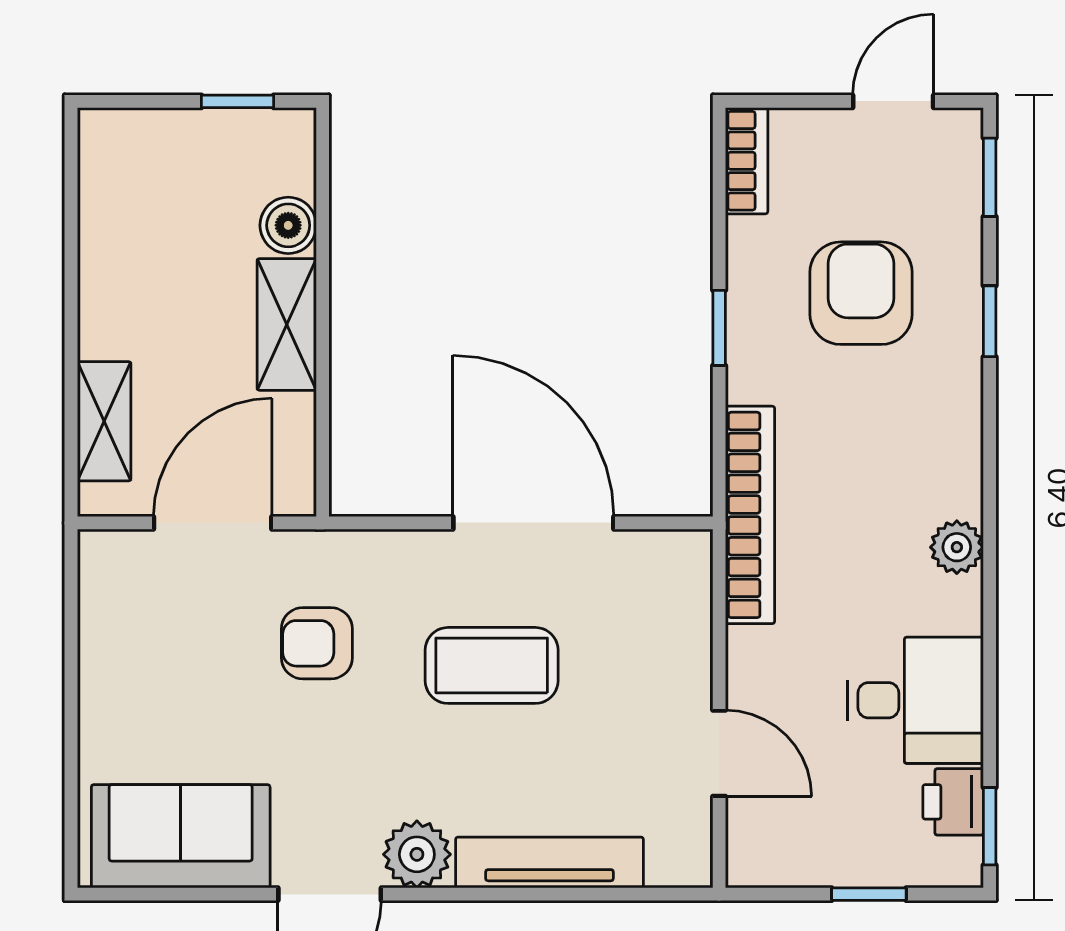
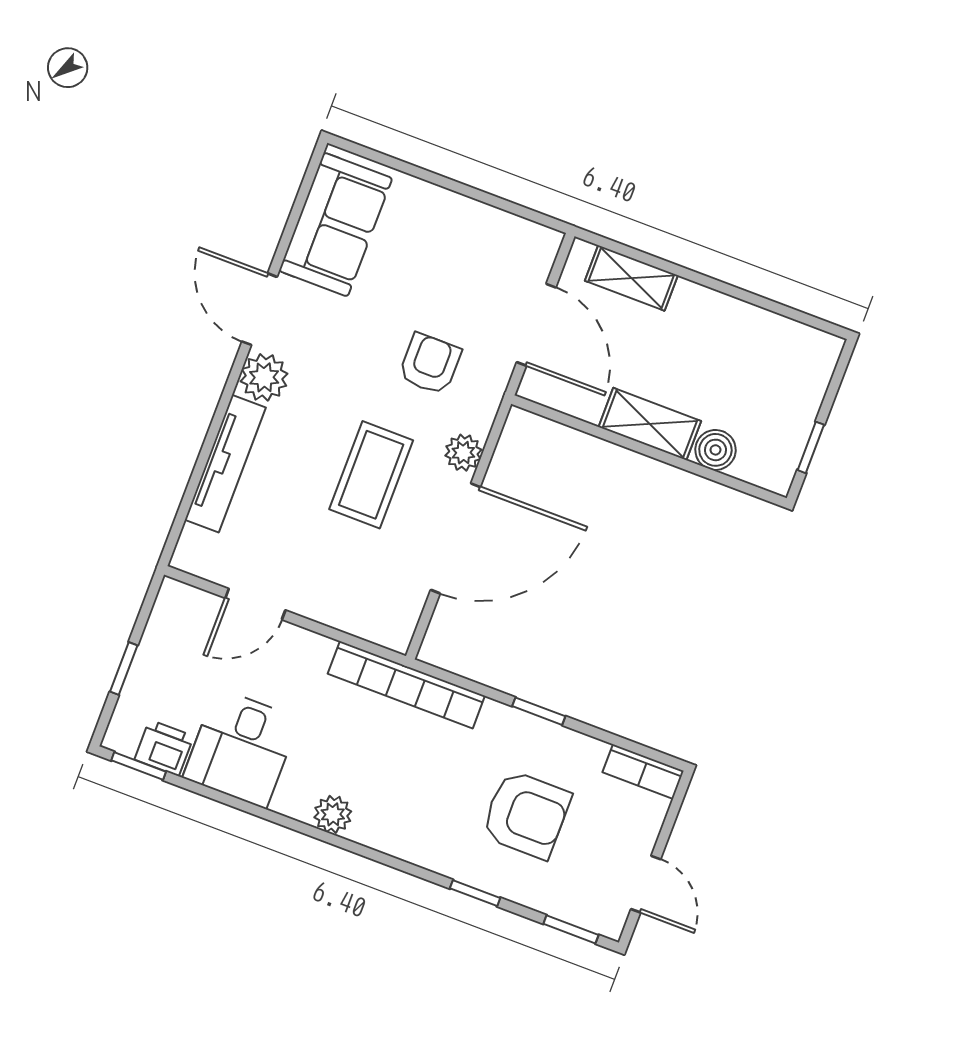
plant: (417, 555) -> (463, 453), added

